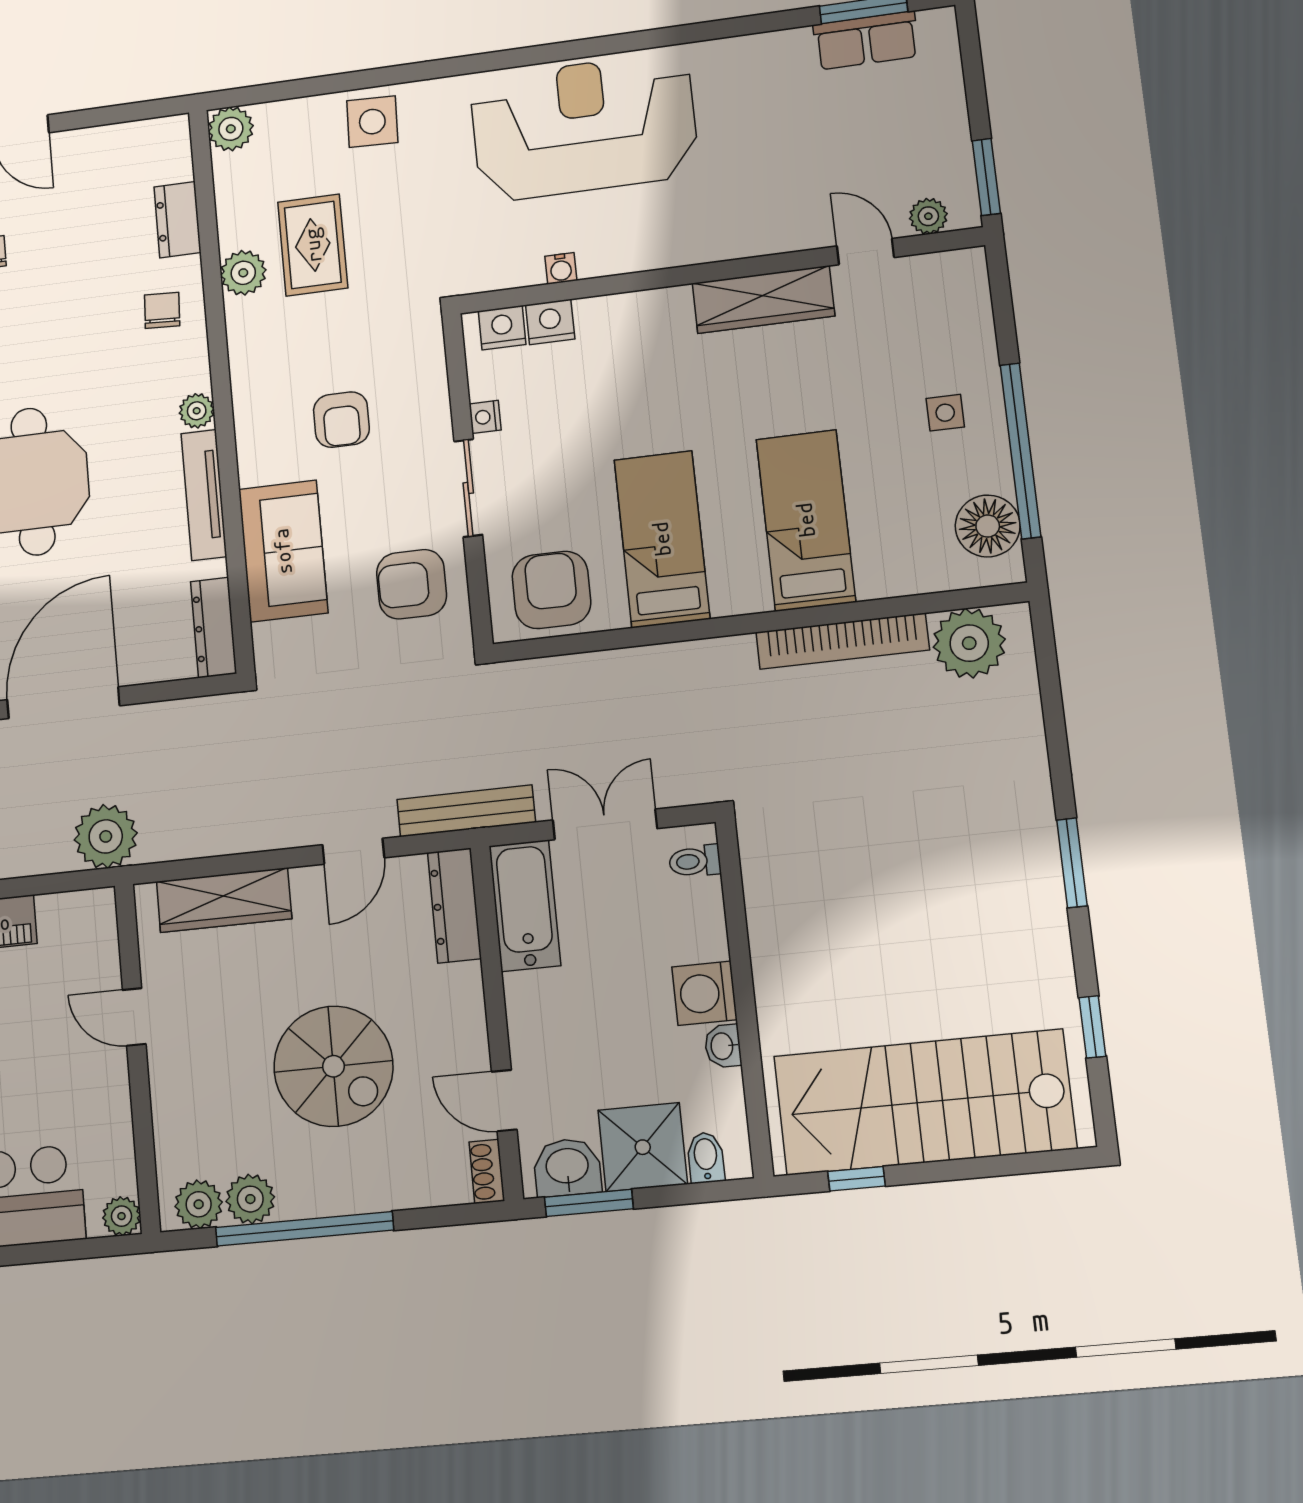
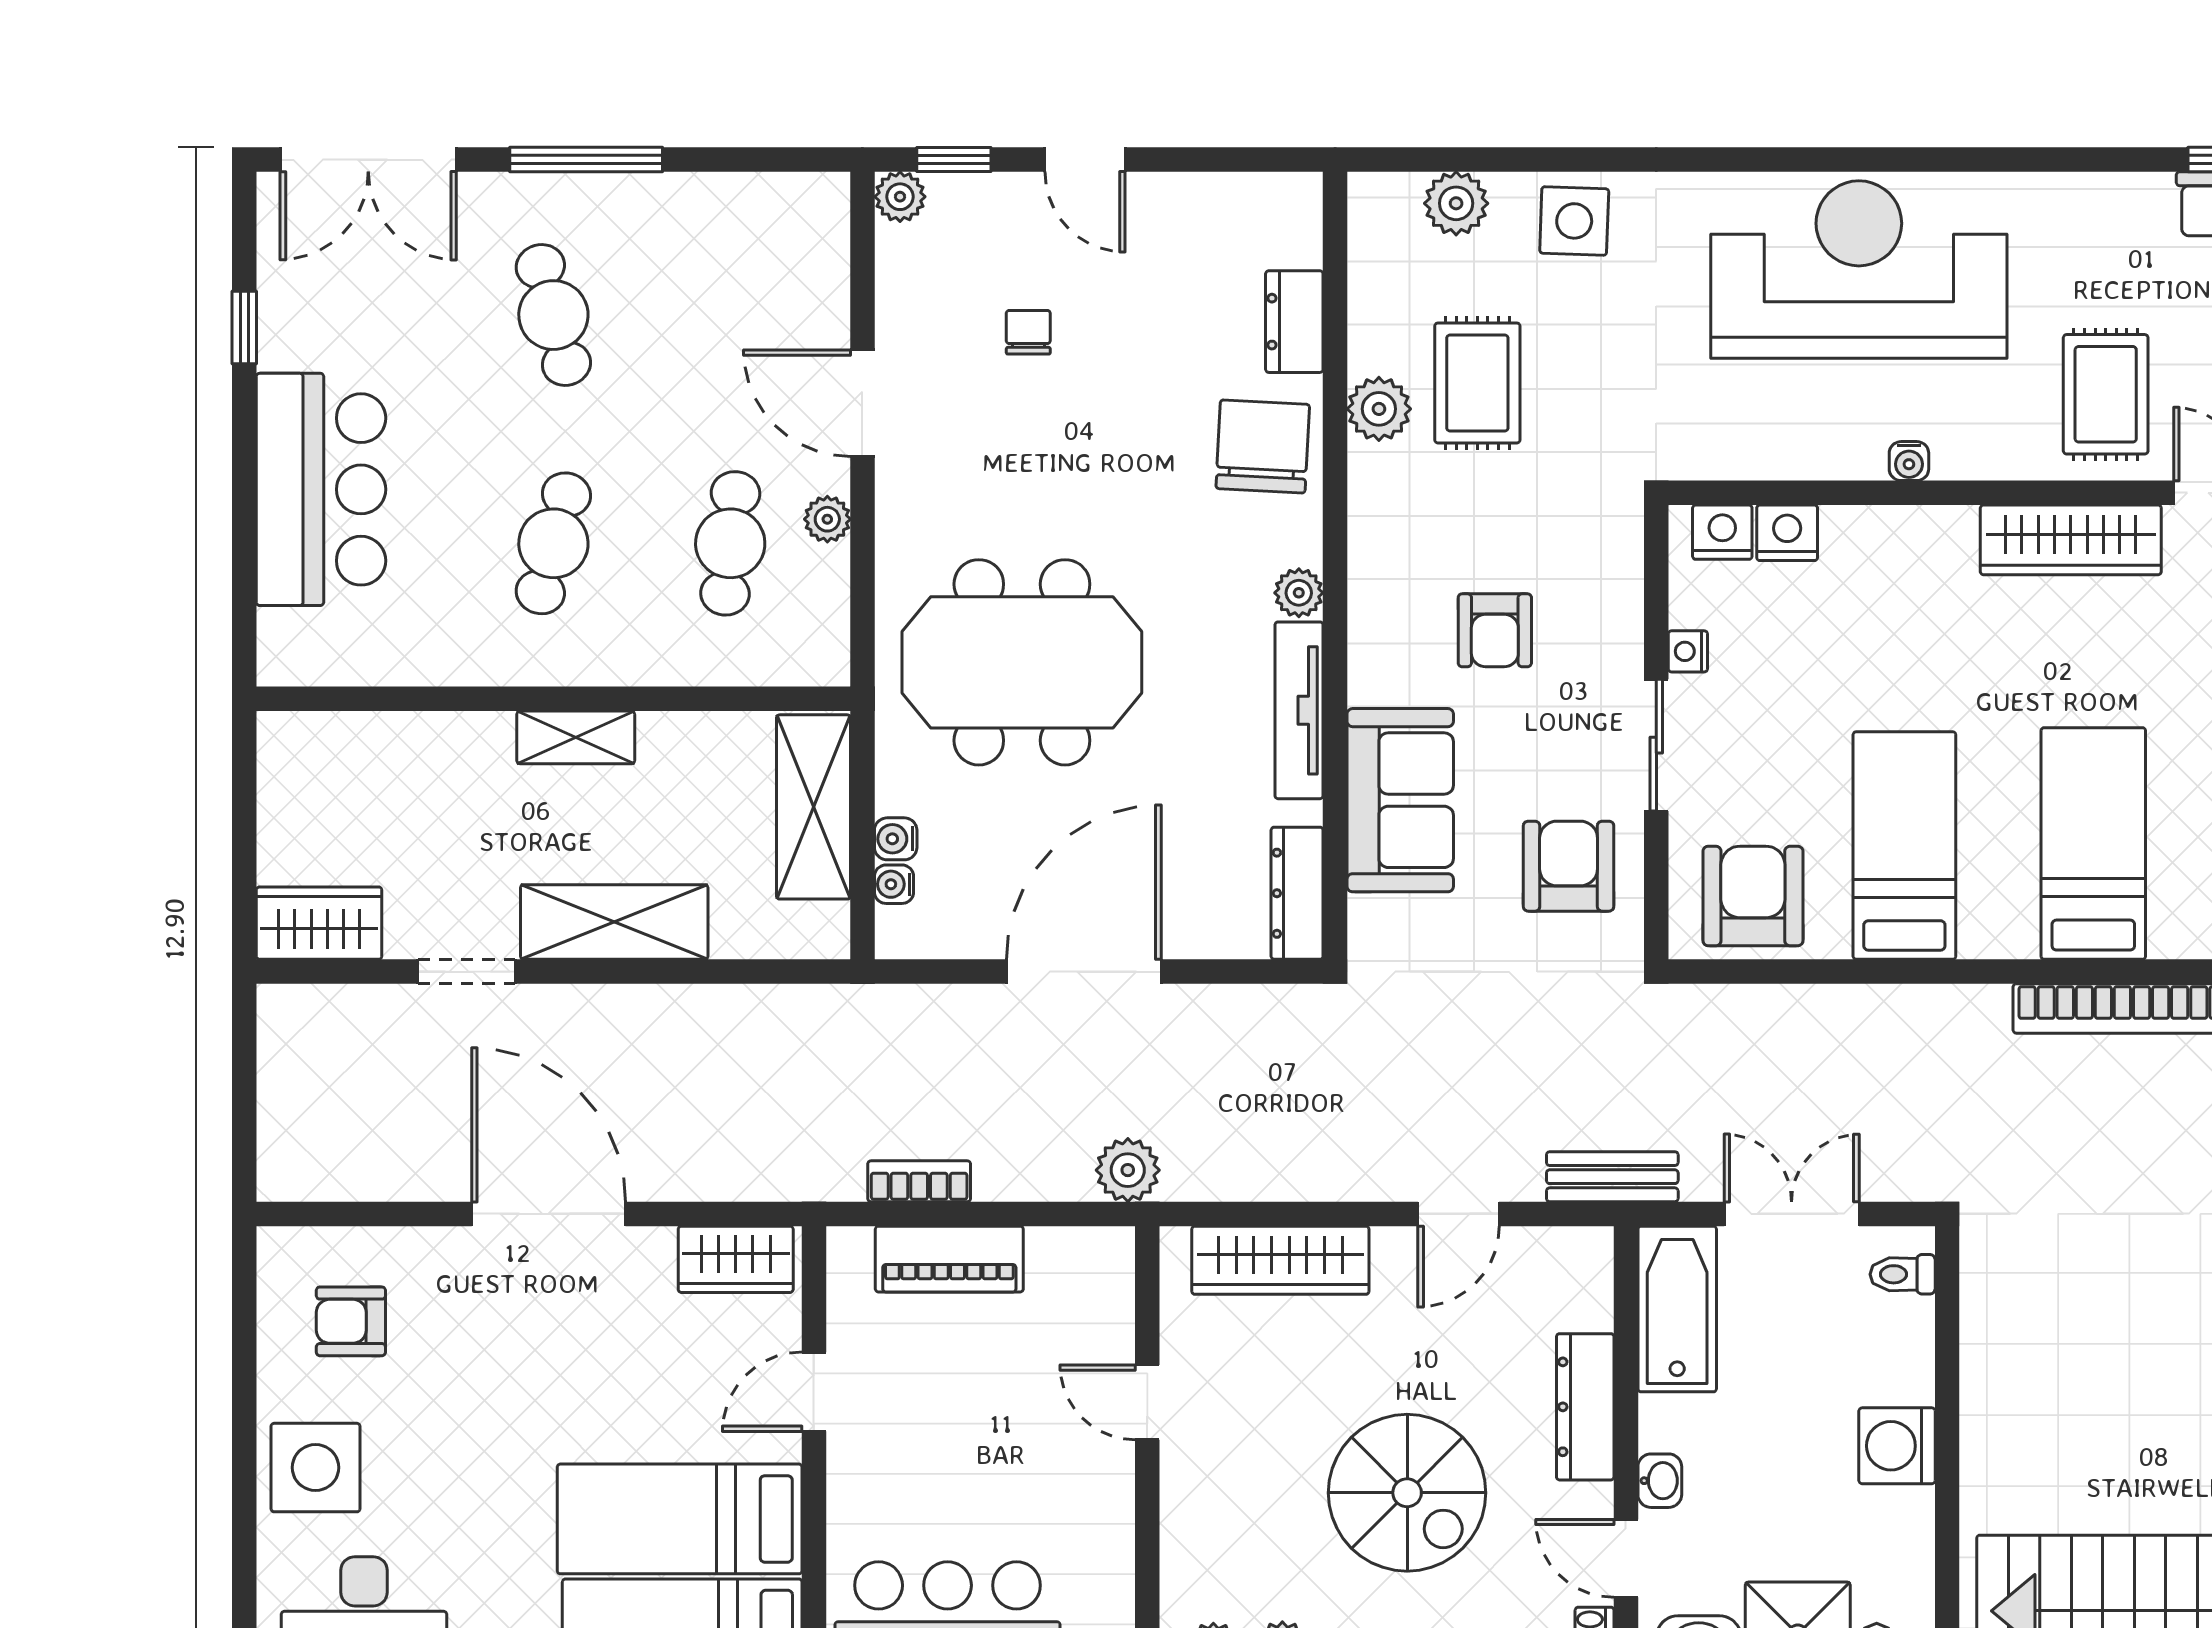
plant: (231, 129) -> (1456, 203), moved
rug: (778, 191) -> (2106, 394), added
water cooler: (561, 268) -> (1909, 461), moved
chair: (162, 310) -> (1263, 446), width x1.87, depth x1.87
armchair: (412, 584) -> (1569, 866), turned 90
bench: (466, 811) -> (1612, 1177), width x0.73
plant: (106, 836) -> (1128, 1170), width x0.73, depth x0.73
dresser: (454, 906) -> (1585, 1407), moved
washbasin: (723, 1046) -> (1660, 1481), moved, turned 180

